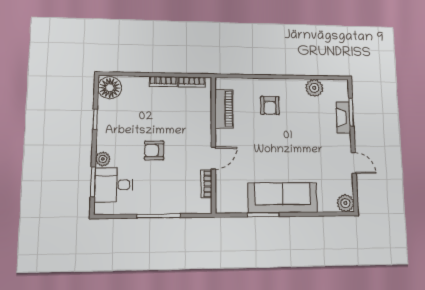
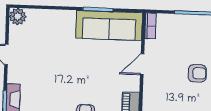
bookcase: (206, 184) -> (150, 26), moved
sofa: (283, 198) -> (109, 25), moved

